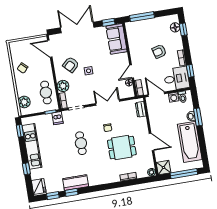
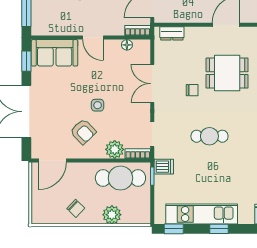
door: (132, 72) -> (93, 38), moved
cafe table: (46, 93) -> (120, 178), width x1.37, depth x1.35
plant: (24, 102) -> (112, 215), moved
dining table: (122, 148) -> (227, 73), turned 90
window: (26, 169) -> (219, 229), moved

